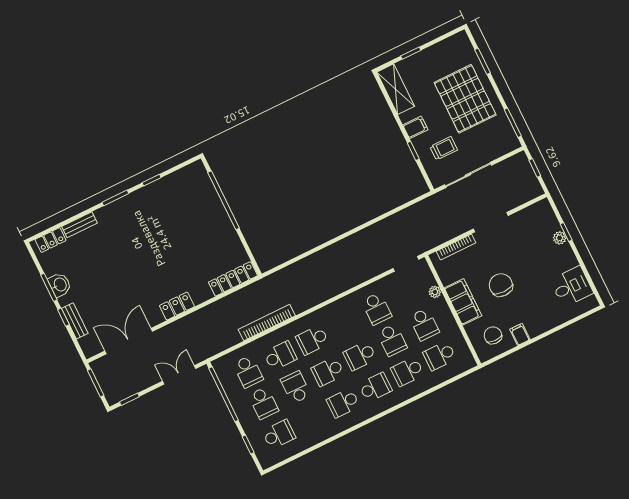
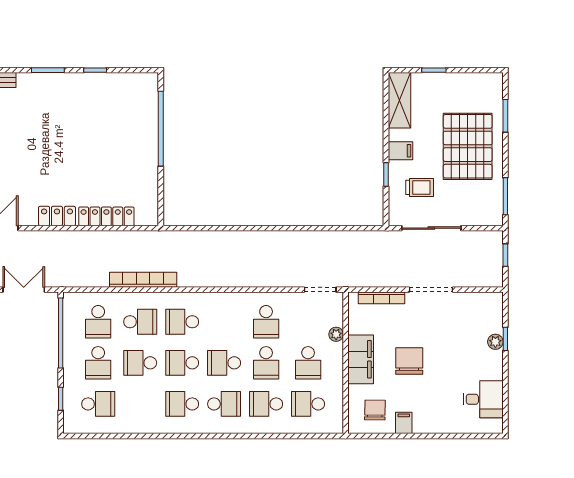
locker: (233, 279) -> (106, 216), moved
school desk: (296, 387) -> (140, 363), turned -90

